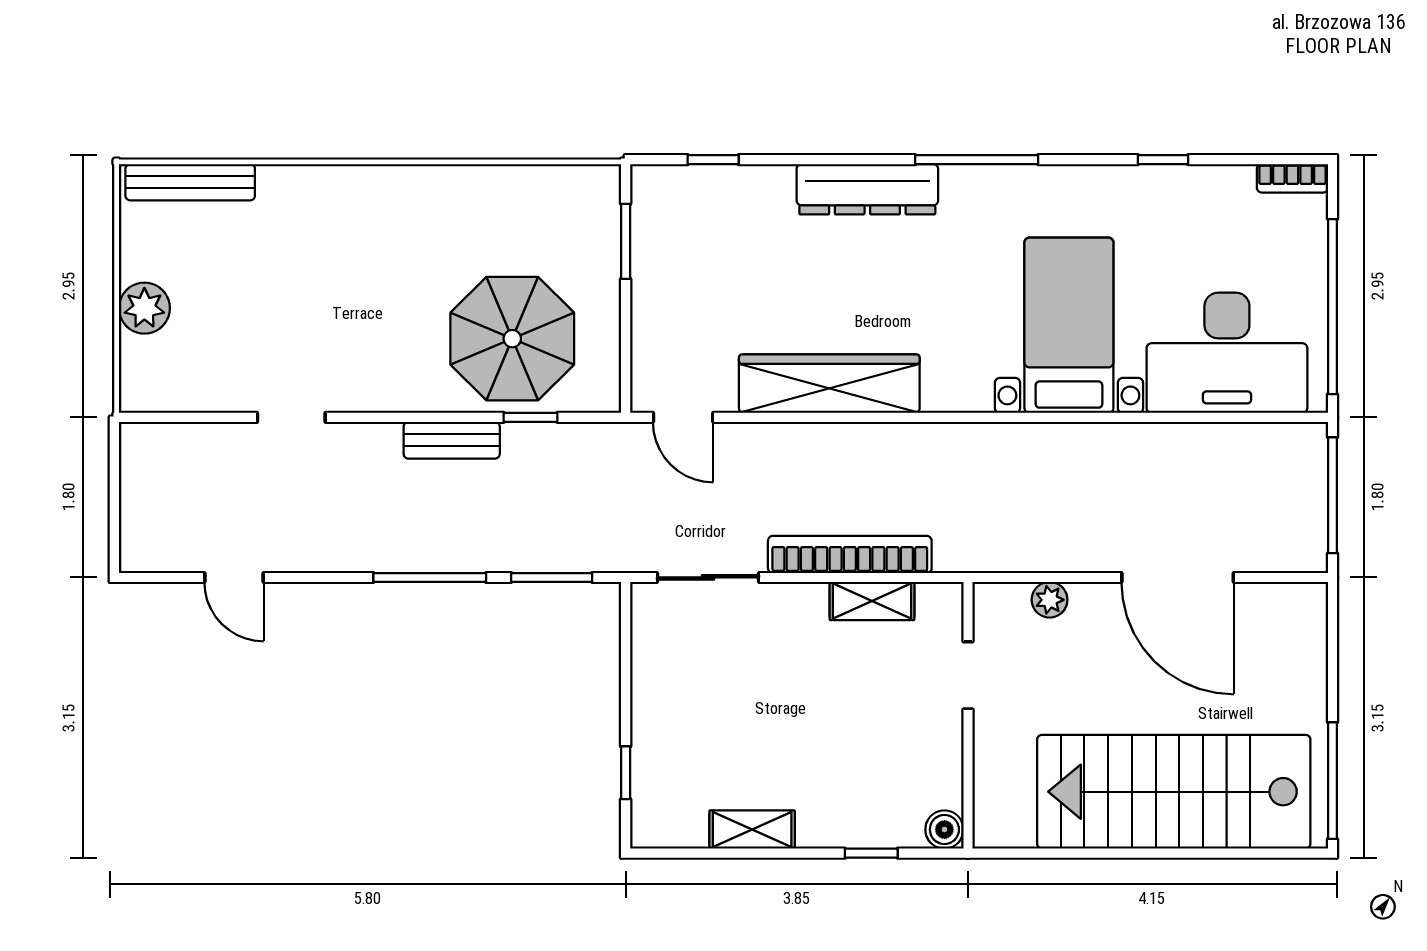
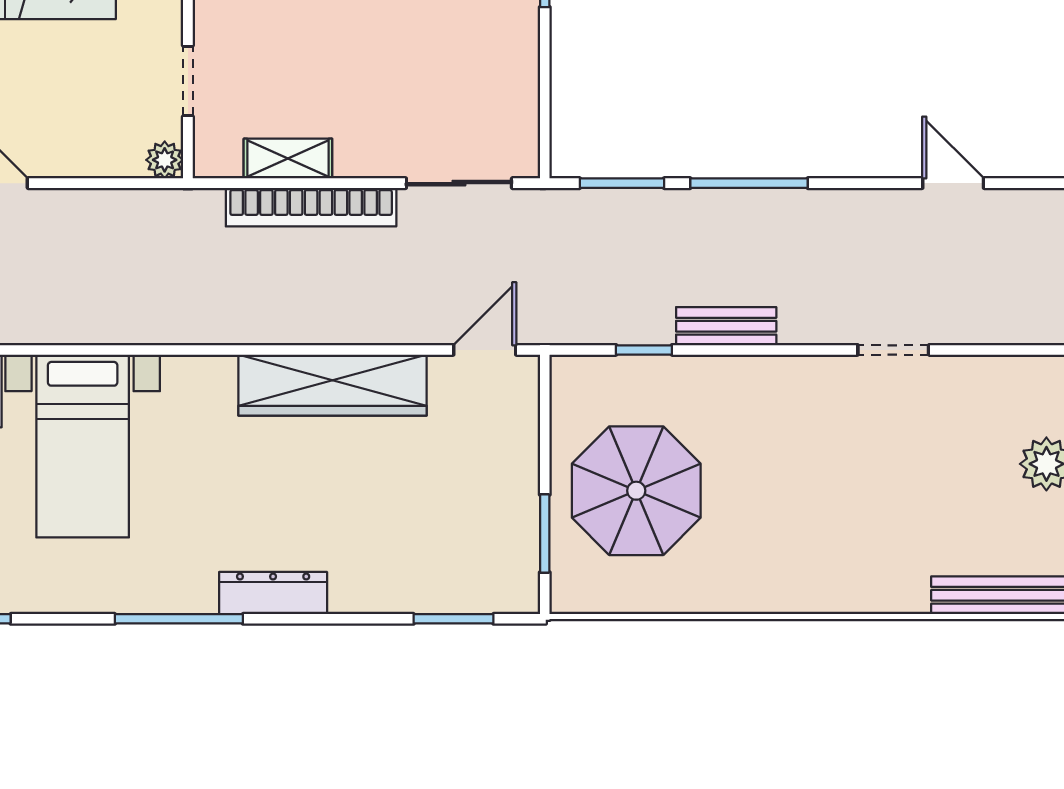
window: (713, 160) -> (454, 619), width x1.50
dresser: (867, 189) -> (273, 593), width x0.73, depth x0.80
parasol: (512, 339) -> (636, 491), moved
door: (683, 417) -> (485, 350), hinge flipped
plant: (1050, 600) -> (165, 160), moved

